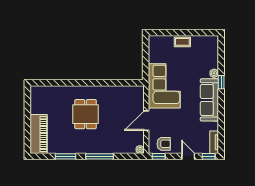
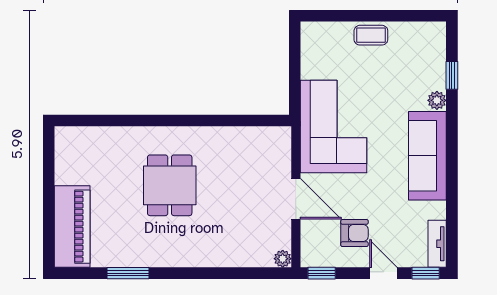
window: (221, 82) -> (452, 75), moved
door: (146, 121) -> (296, 199), swing flipped
armchair: (164, 144) -> (355, 233), moved
window: (100, 156) -> (199, 273), removed

